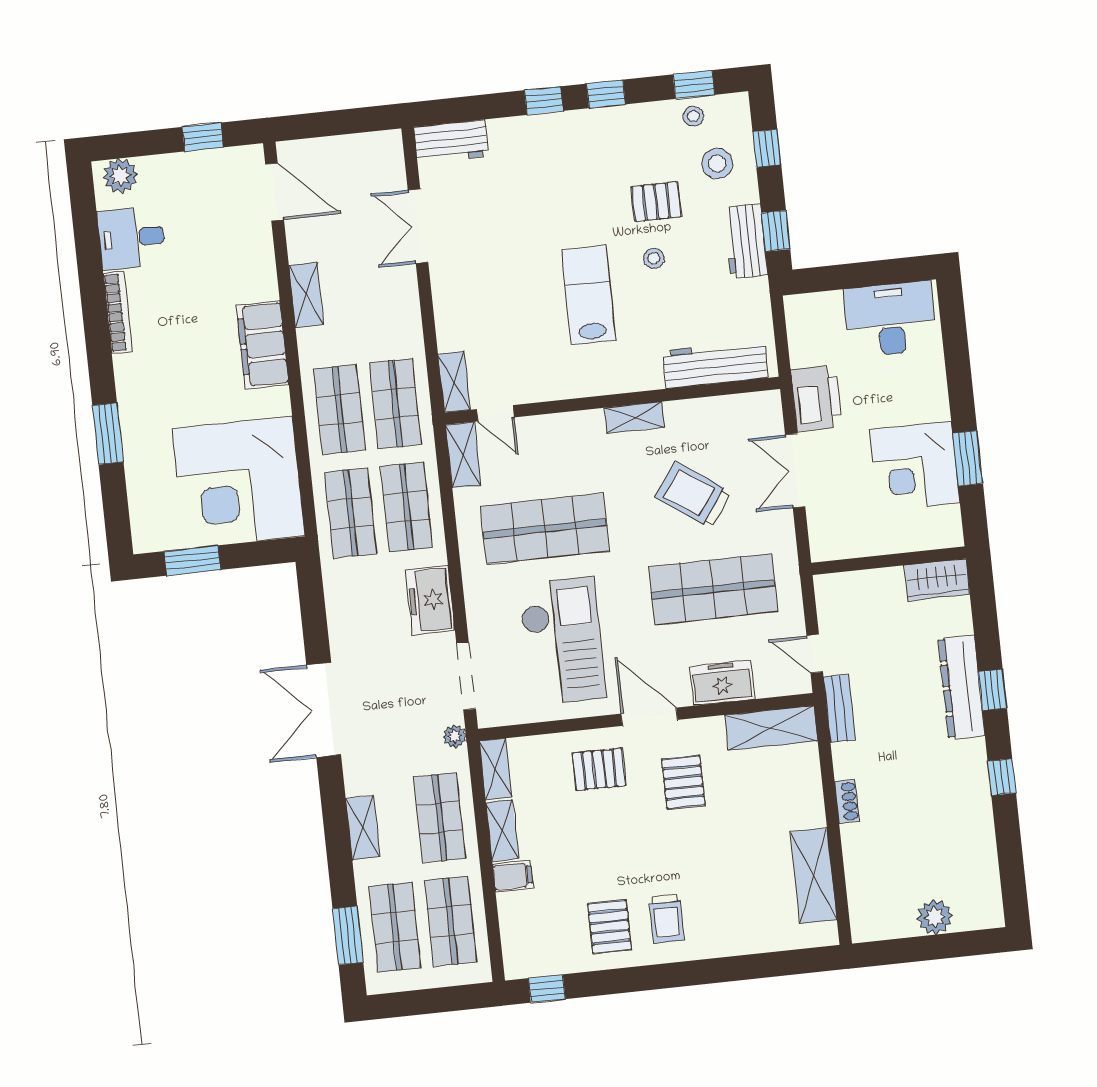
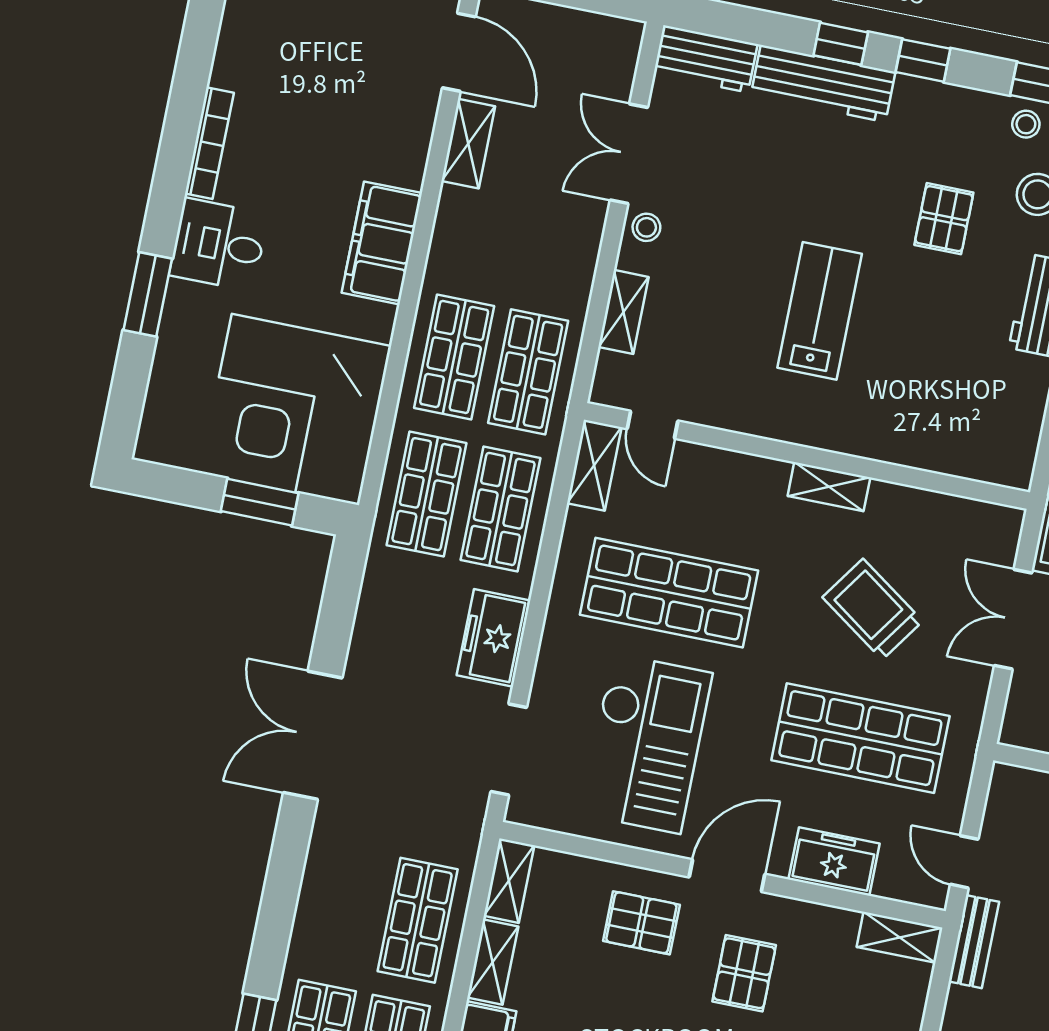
pallet: (656, 202) -> (944, 219), turned 90
desk: (132, 238) -> (219, 245), moved
stool: (654, 258) -> (646, 227), moved
shelving: (306, 295) -> (468, 144), moved
workbench: (715, 364) -> (823, 83), moved, turned 180
shelving: (454, 382) -> (624, 312), moved
window: (192, 561) -> (260, 502), moved
door: (649, 717) -> (727, 876), hinge flipped
shelving: (771, 728) -> (900, 937), width x0.67, depth x0.75
plant: (455, 736) -> (470, 822), removed
shelving: (363, 828) -> (315, 902), removed

